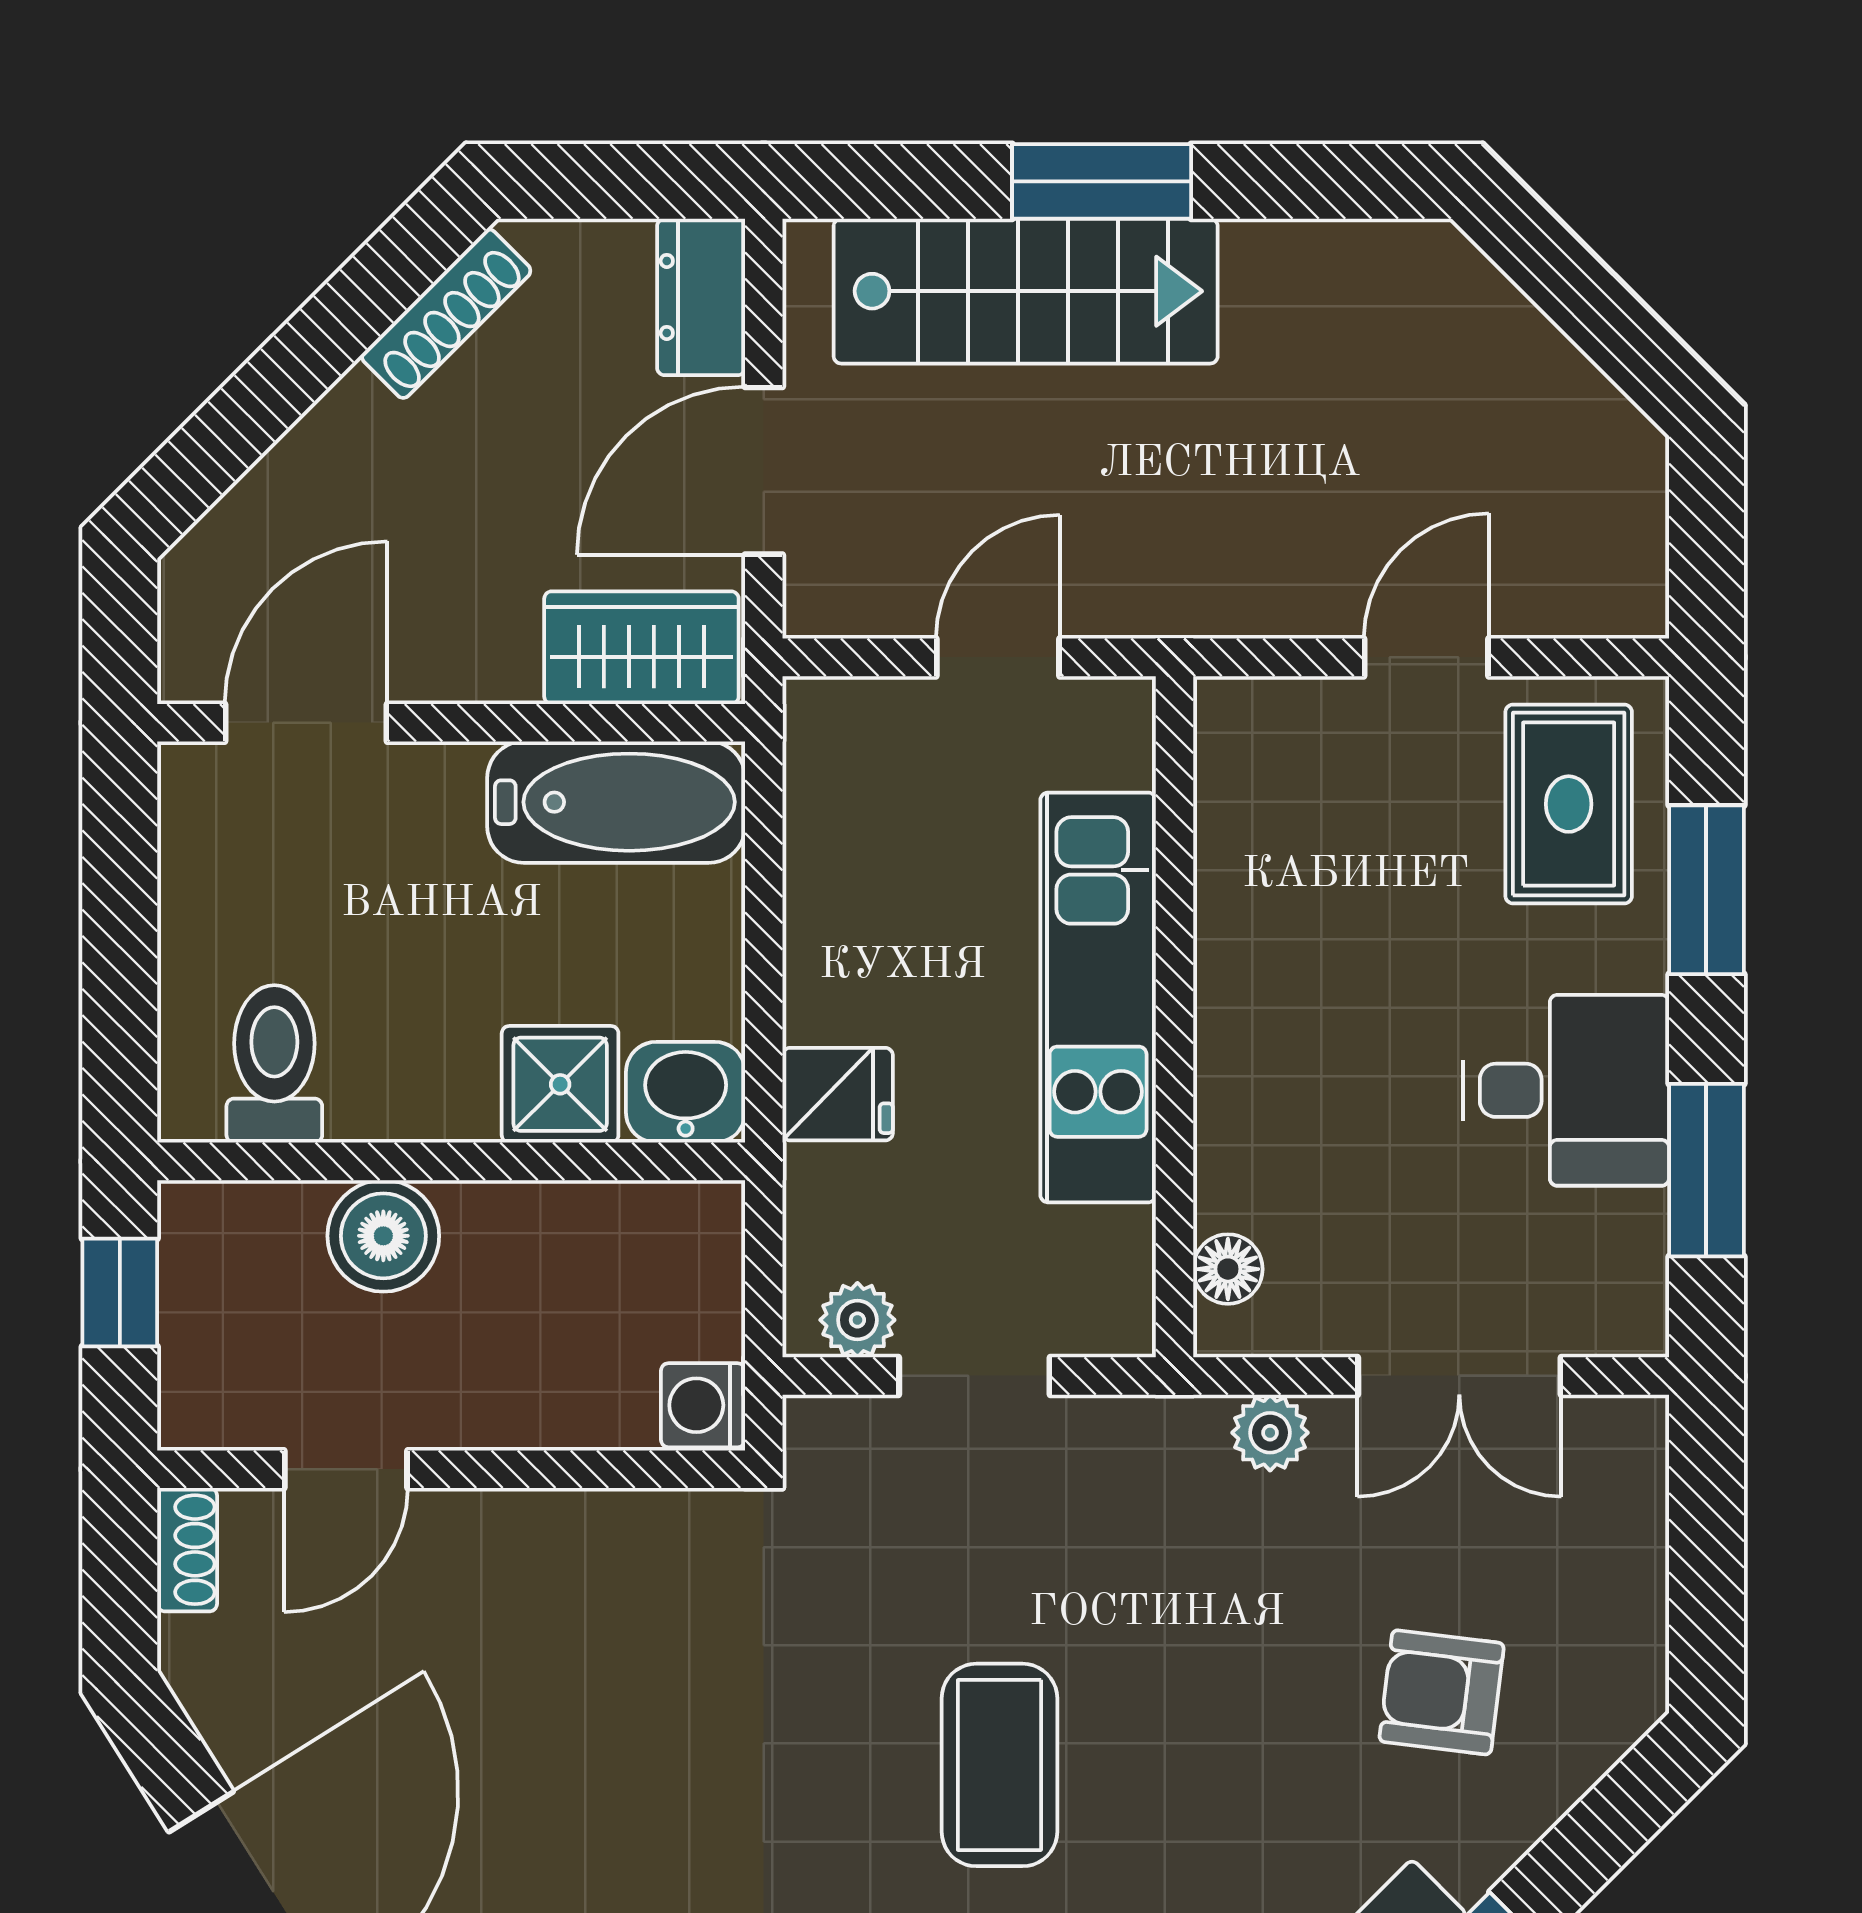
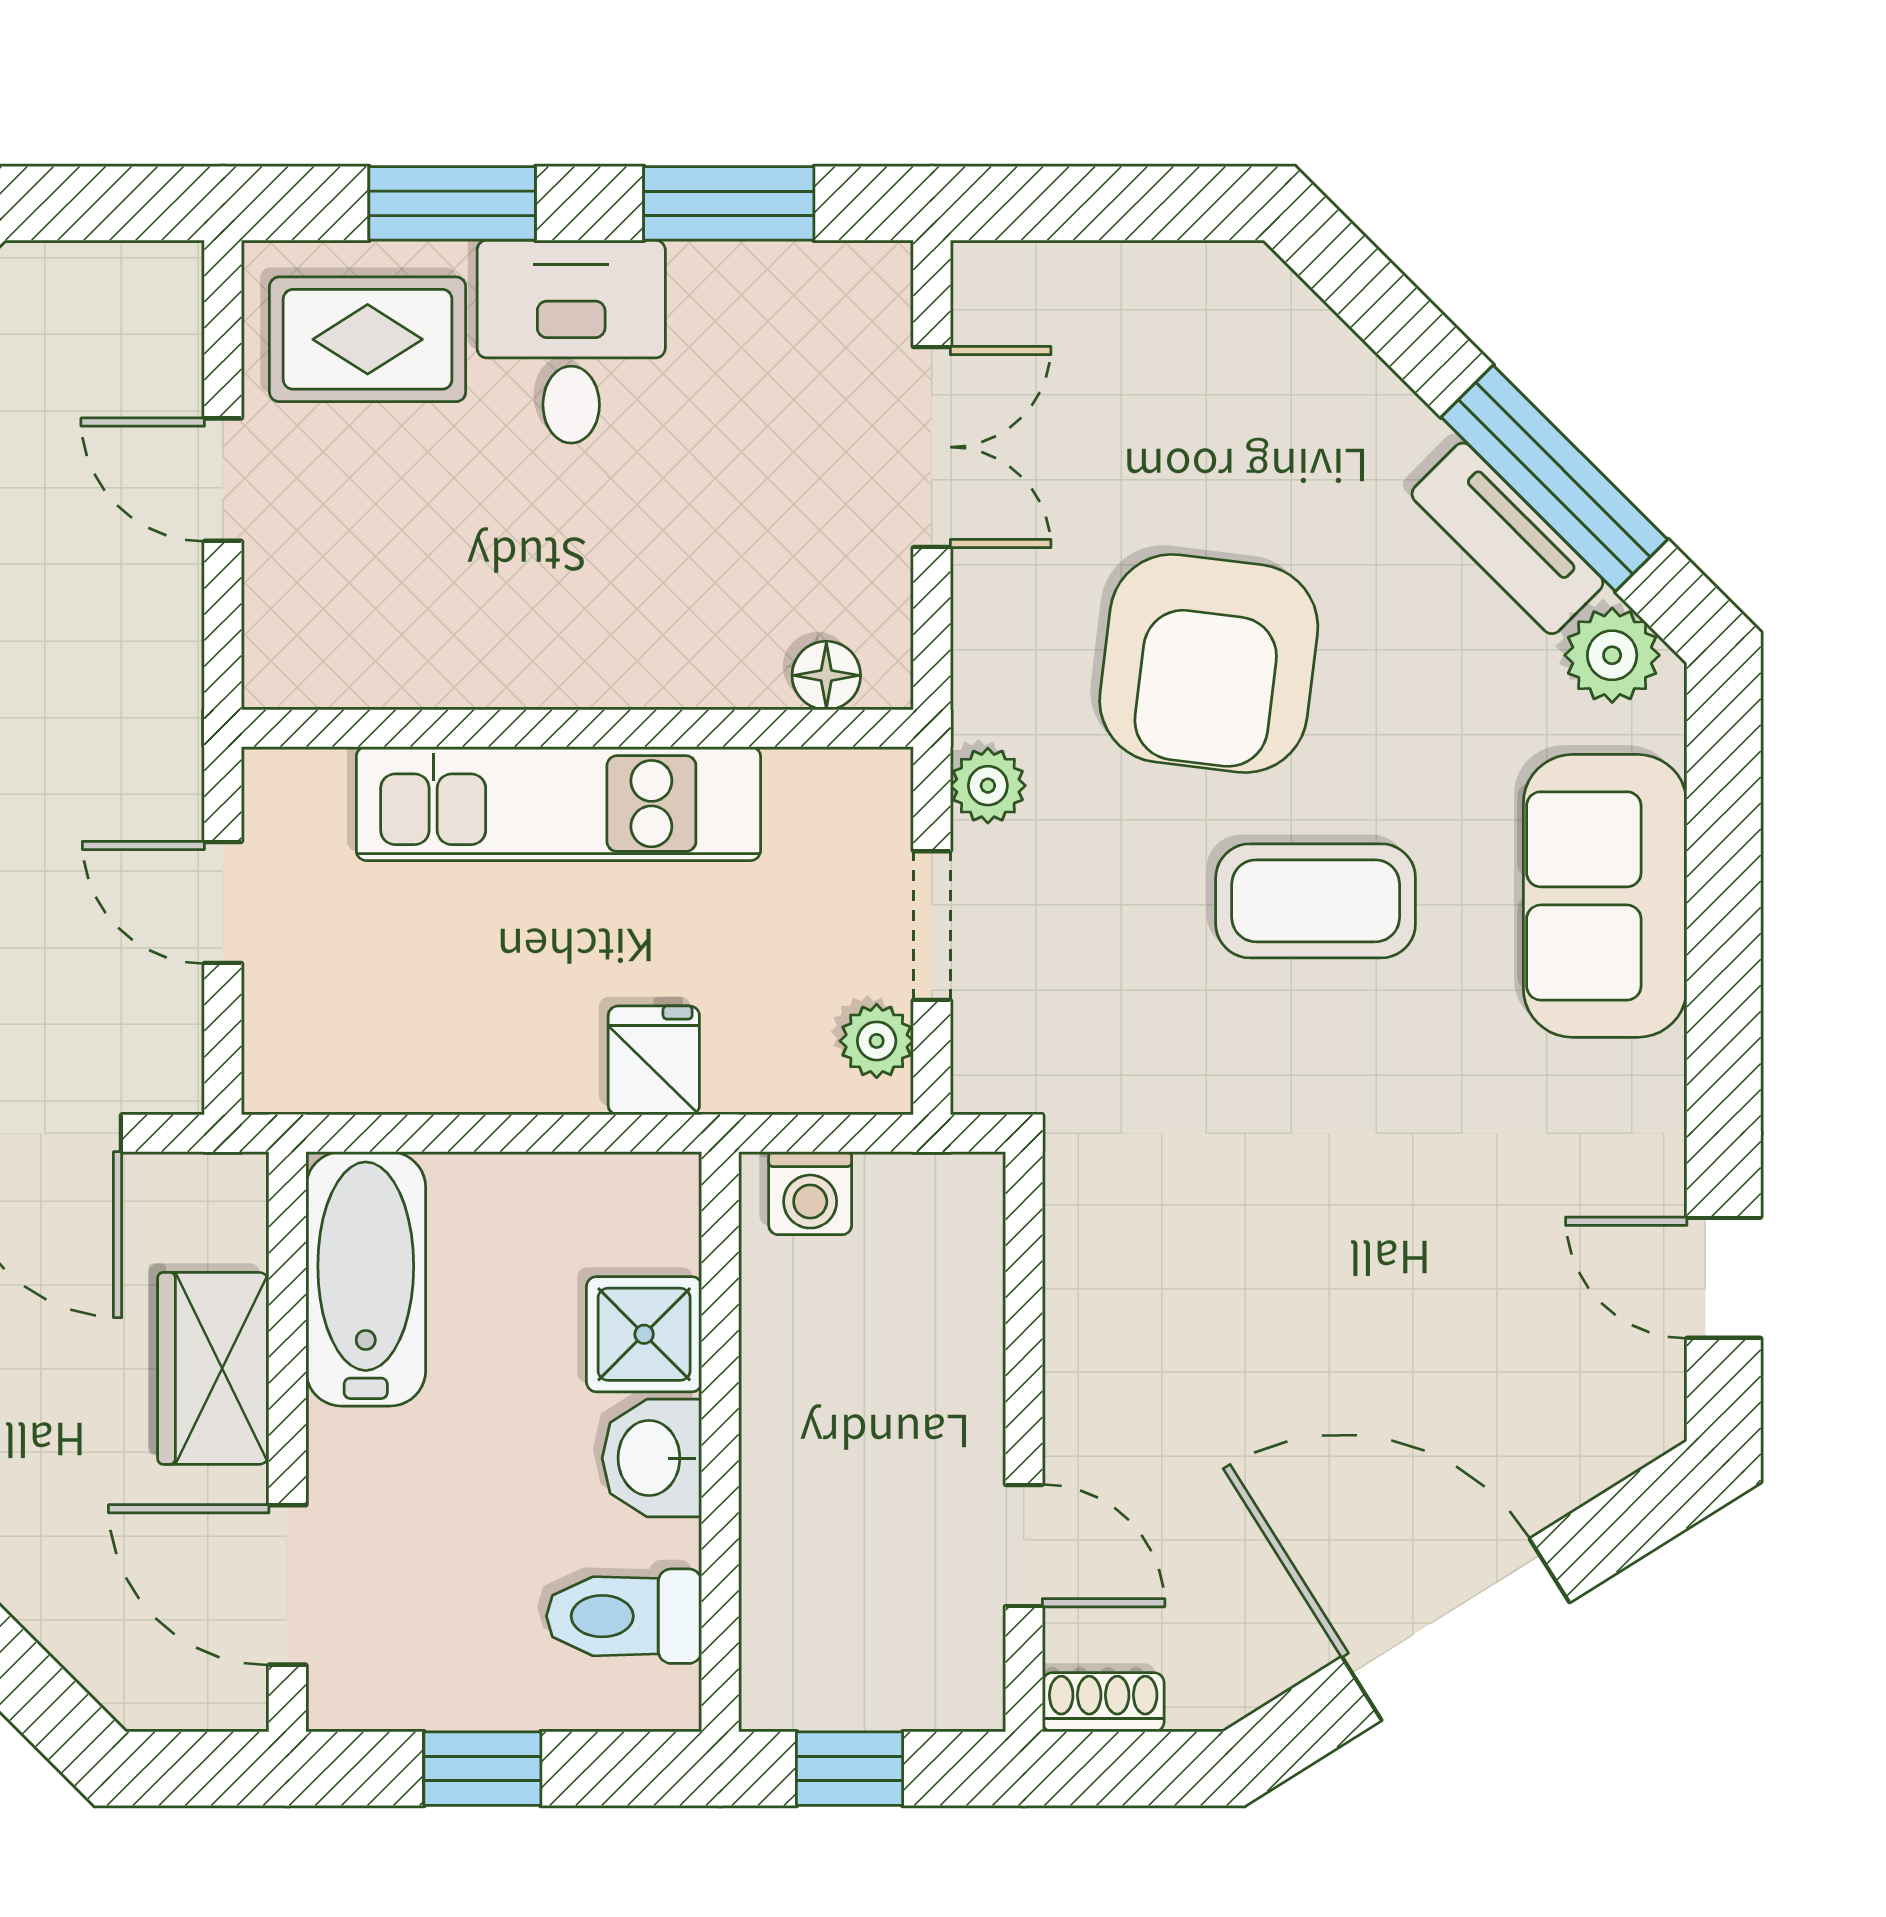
wardrobe: (641, 648) -> (213, 1368), moved
window: (120, 920) -> (482, 1769), added
desk: (1566, 1090) -> (571, 342), moved
washbasin: (686, 1092) -> (652, 1458), moved
boiler: (383, 1236) -> (794, 1509), removed
washing machine: (703, 1405) -> (810, 1193), moved
plant: (1270, 1433) -> (988, 786), moved
armchair: (1442, 1692) -> (1209, 663), moved, width x1.88, depth x1.88

